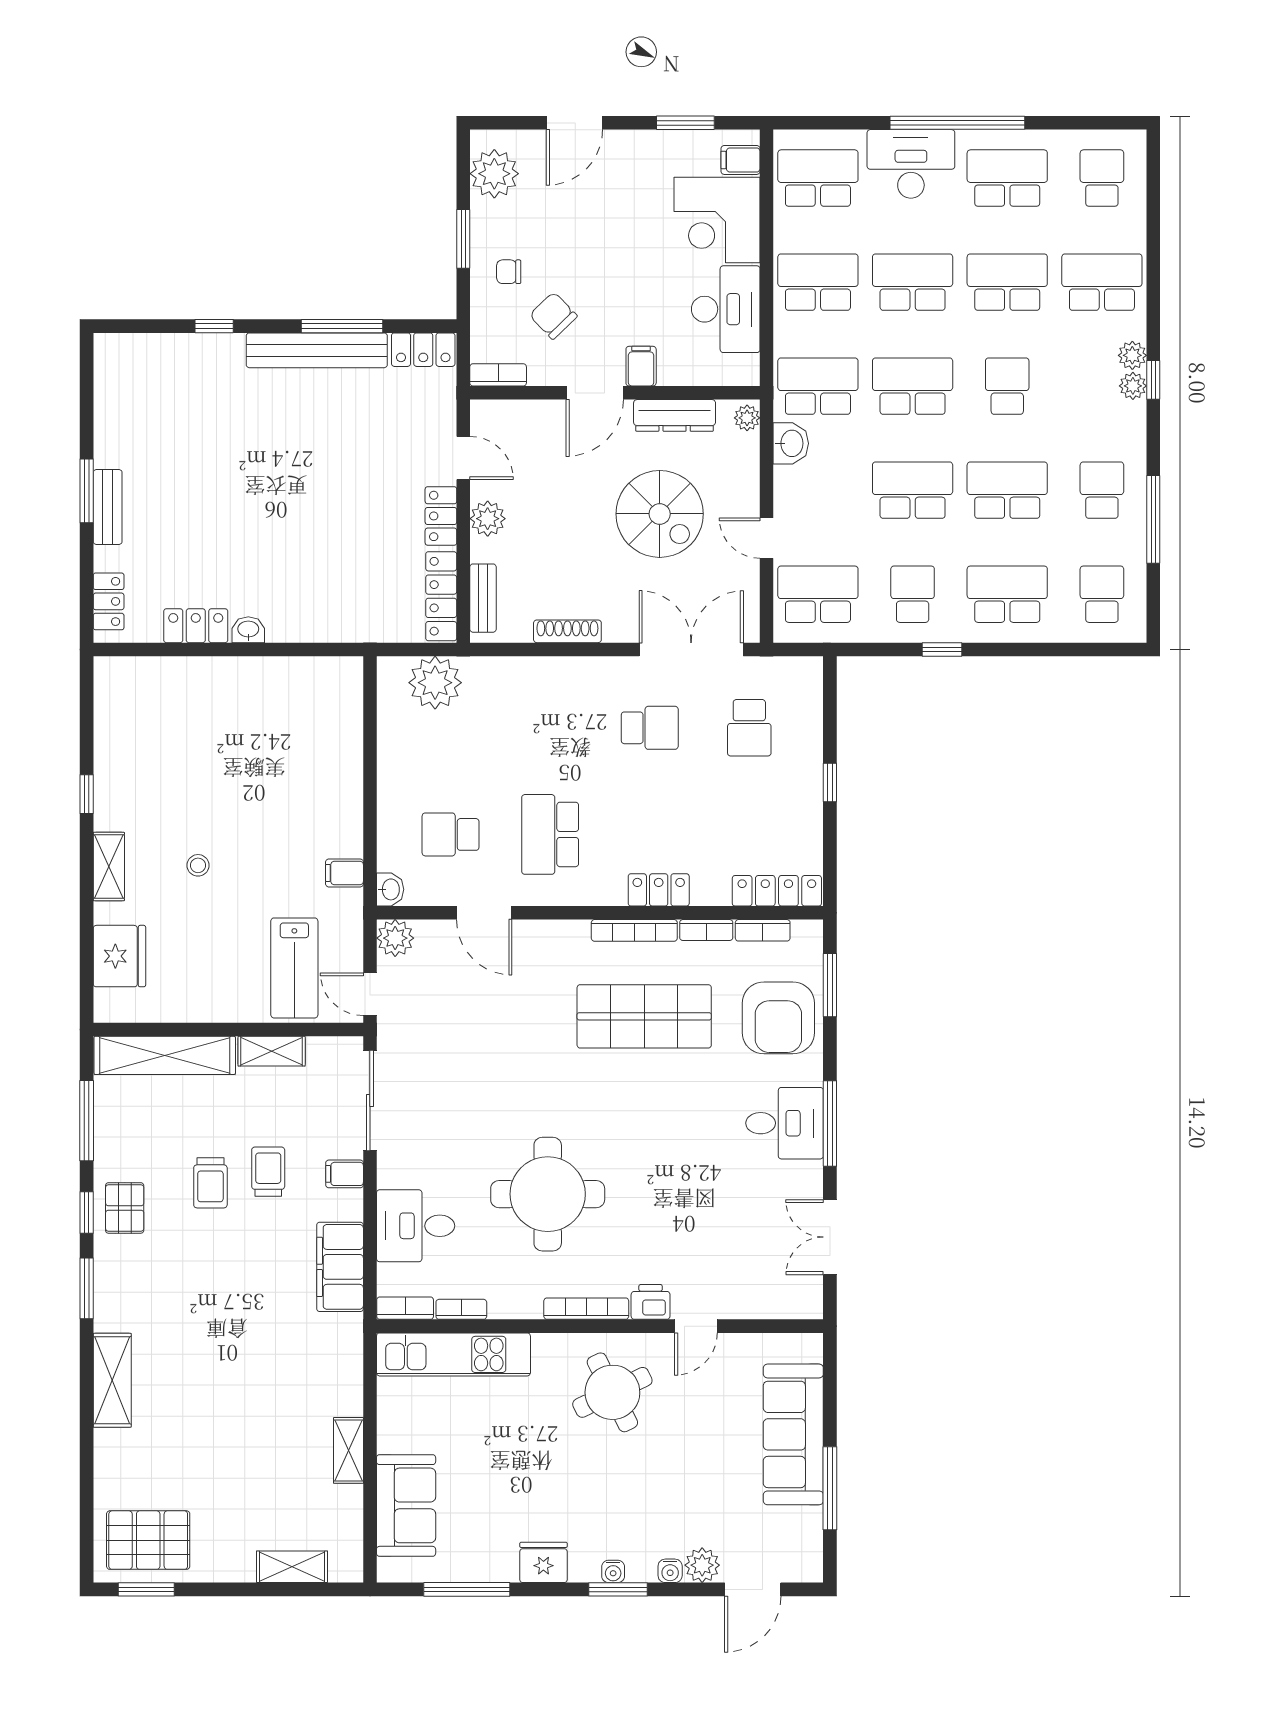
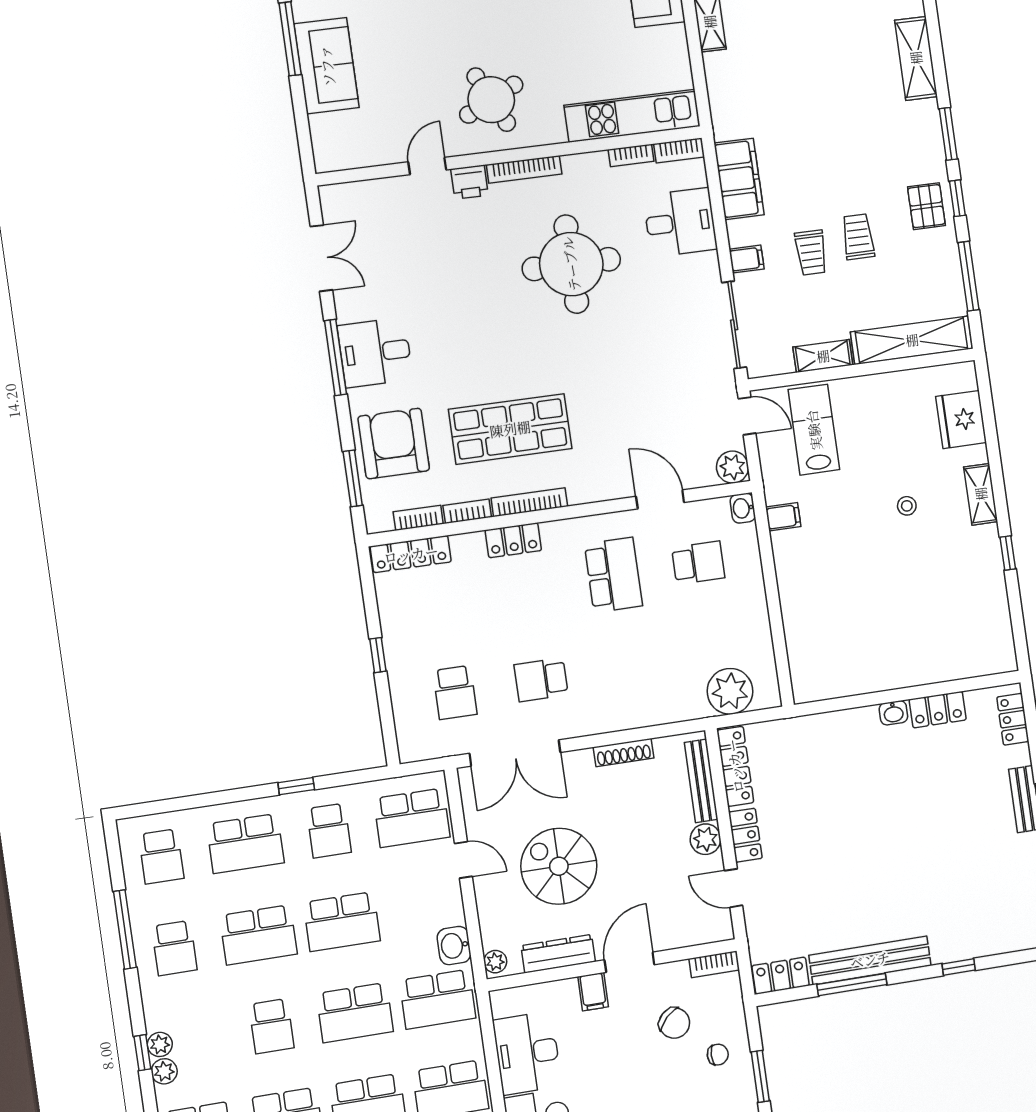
bench: (483, 598) -> (701, 781), width x1.36
school desk: (749, 728) -> (455, 692), turned 180
sofa: (793, 1434) -> (327, 66), width x0.73

